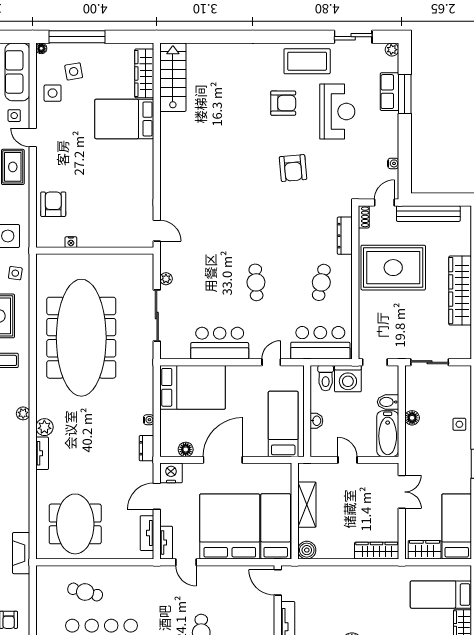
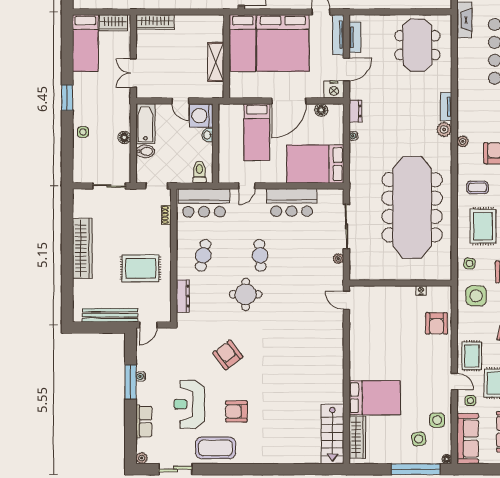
window: (405, 94) -> (131, 382), moved
water cooler: (393, 163) -> (141, 376), moved
armchair: (293, 168) -> (228, 355), turned -32
shoe rack: (364, 217) -> (166, 215), moved
round table: (273, 238) -> (246, 294), added
rug: (393, 268) -> (141, 268), width x0.73, depth x0.69
washing machine: (348, 379) -> (201, 116), moved, turned -90
bed: (283, 424) -> (257, 132), moved
tv unit: (166, 543) -> (338, 35), width x1.41
boiler: (307, 550) -> (216, 22), removed

